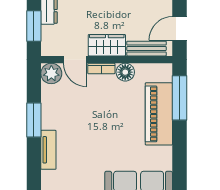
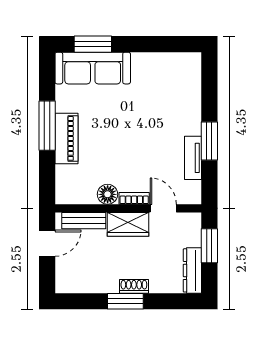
plant: (51, 73) -> (190, 193), removed
window: (179, 98) -> (47, 126), moved
piano: (159, 114) -> (66, 138), width x0.73, depth x0.75
tv unit: (48, 150) -> (193, 158), moved

